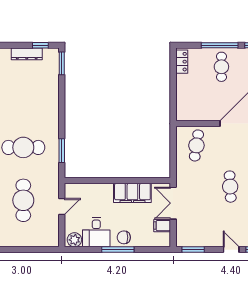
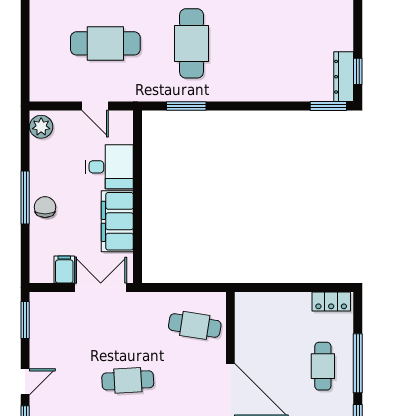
dresser: (27, 54) -> (344, 77), moved
cafe table: (221, 67) -> (323, 366), turned 90
desk: (96, 232) -> (109, 167), moved, turned 180

